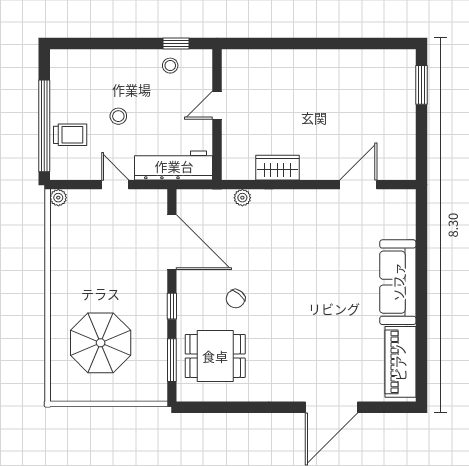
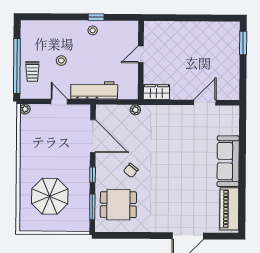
door: (217, 105) -> (141, 54), moved
wall: (217, 115) -> (141, 60), moved
trolley: (70, 135) -> (32, 71), turned 90

